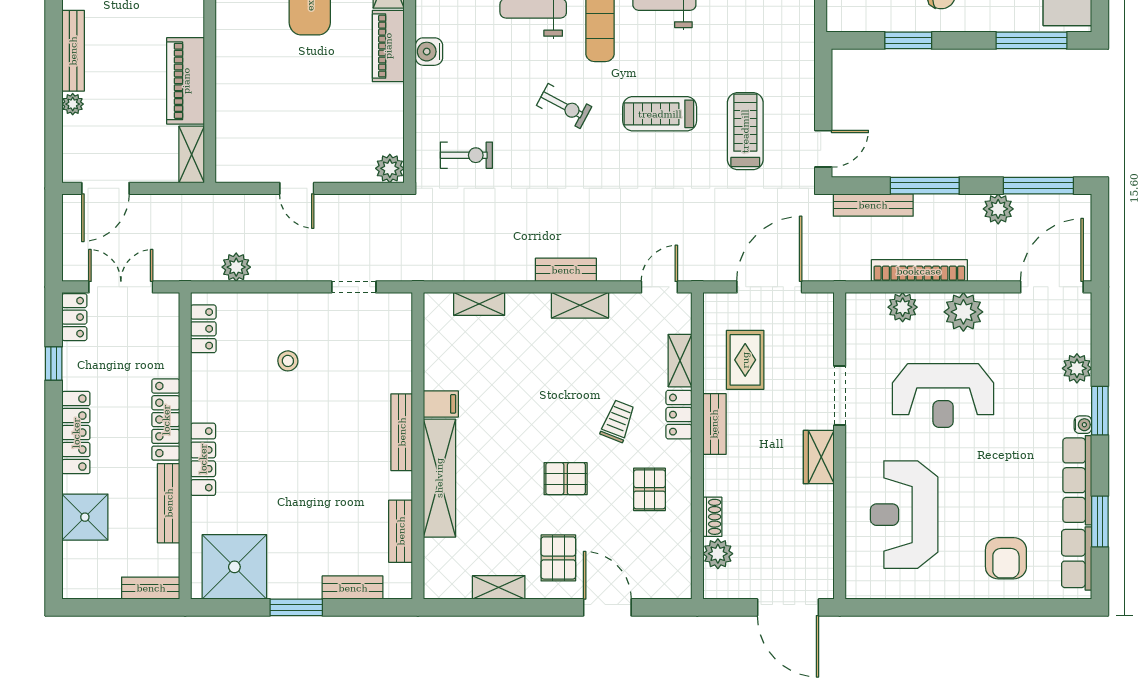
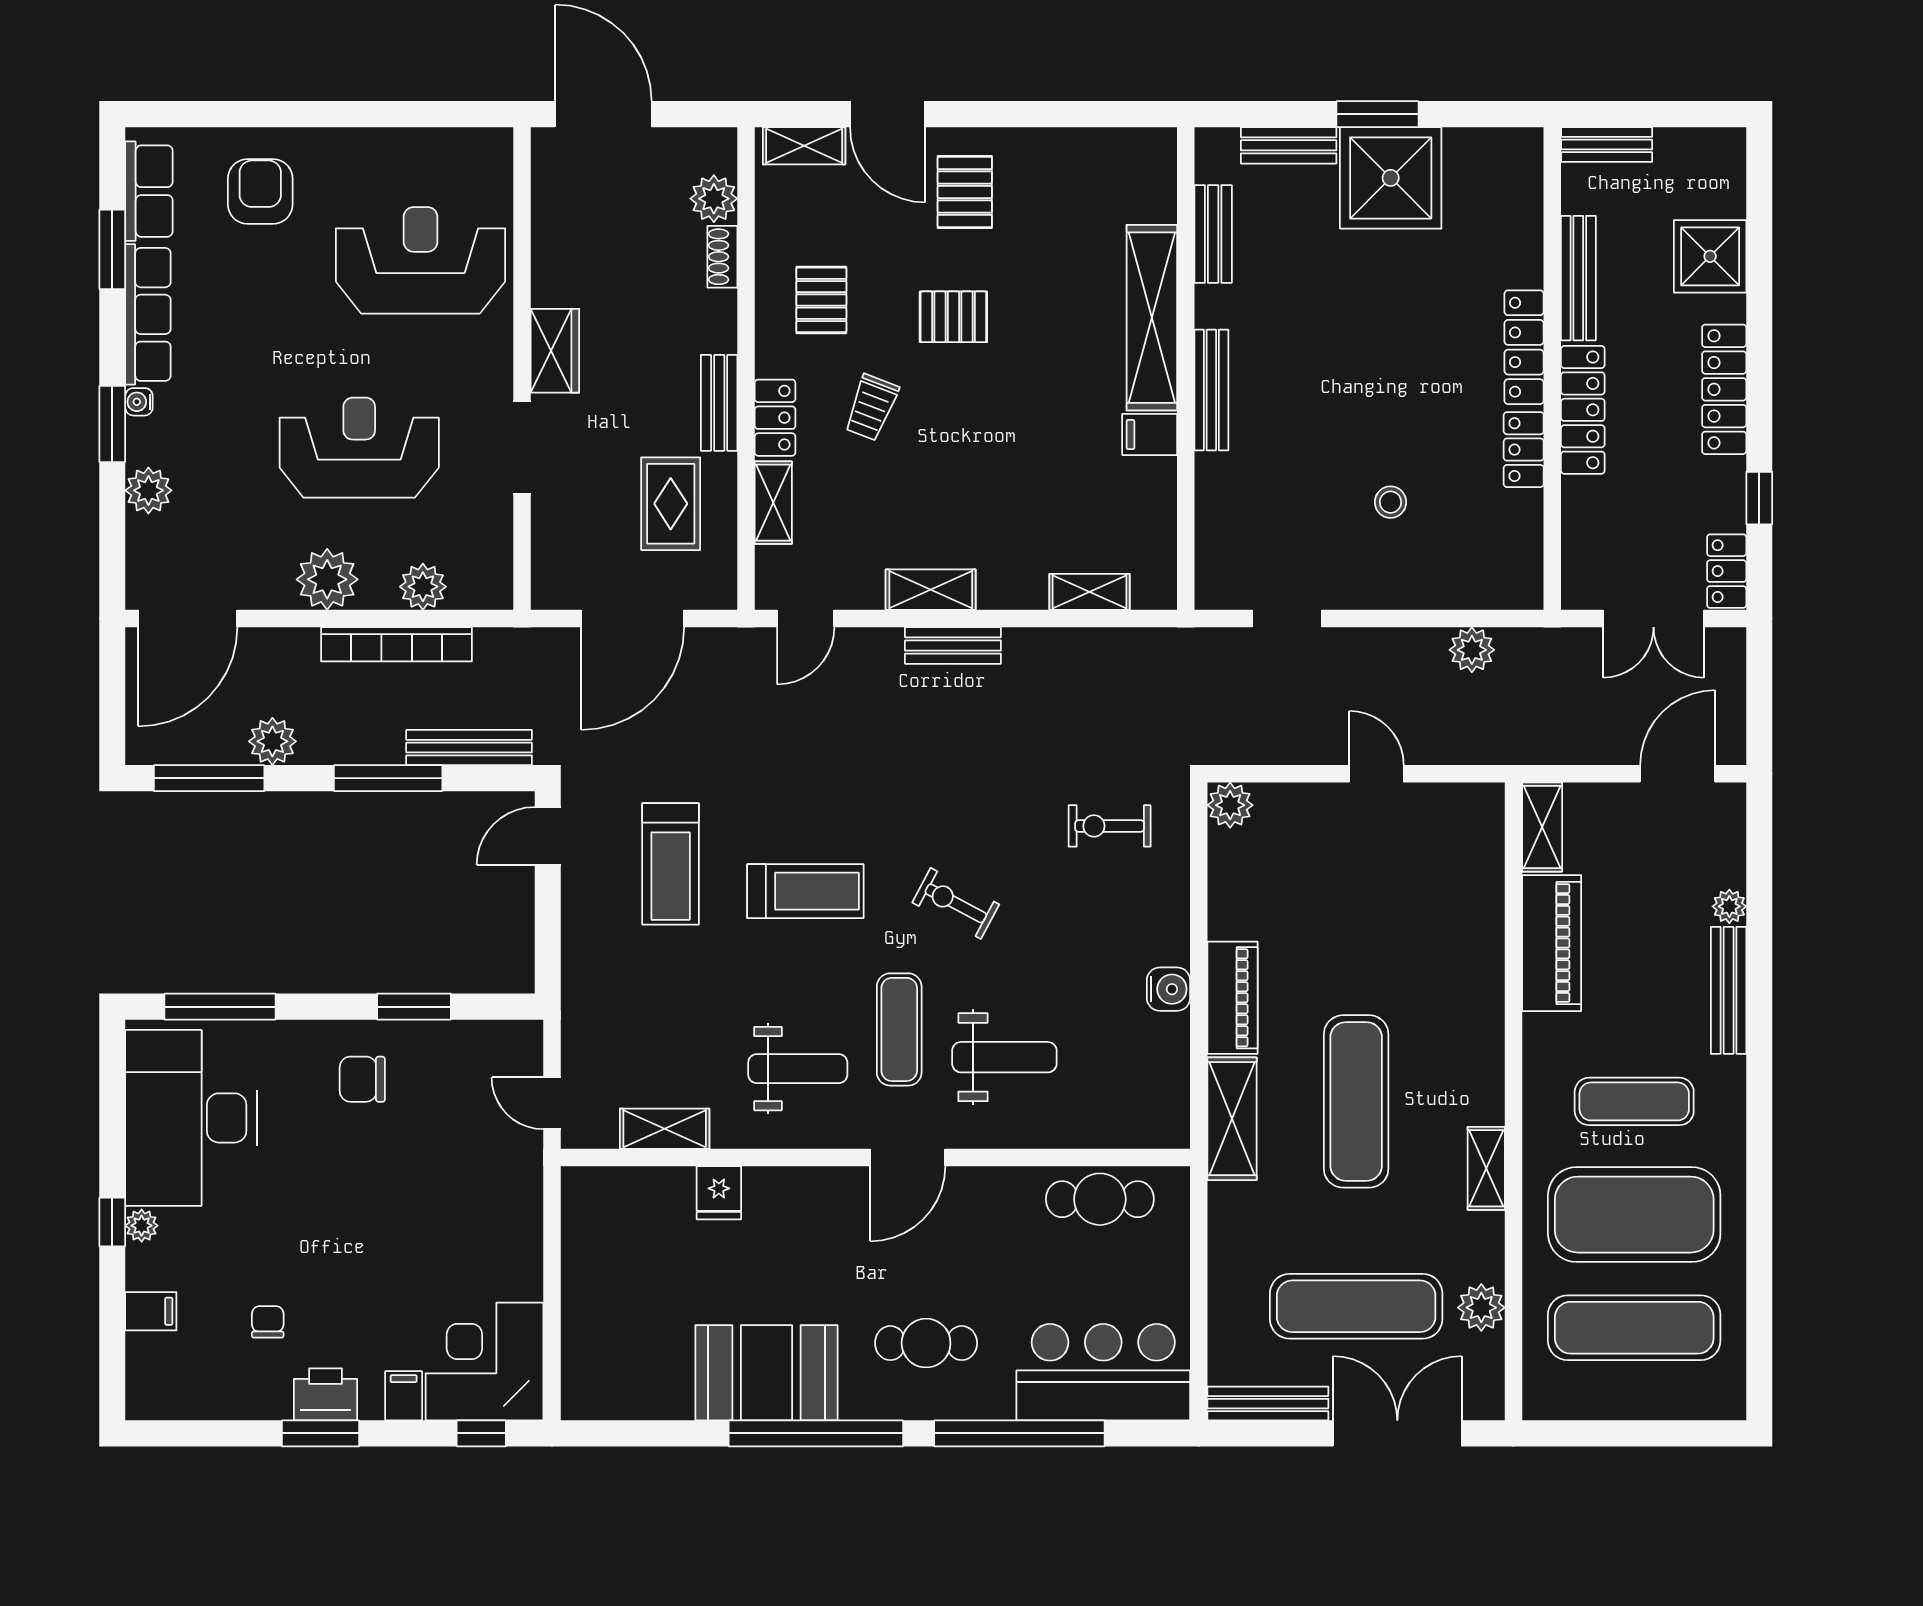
locker: (203, 329) -> (1524, 450), moved
reception desk: (904, 515) -> (421, 260), turned -90
shower: (234, 567) -> (1391, 178), moved
shelving: (499, 587) -> (804, 146), moved

